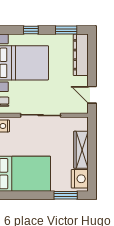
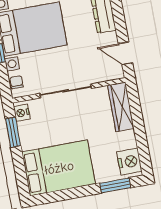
wardrobe: (81, 150) -> (121, 107), moved

